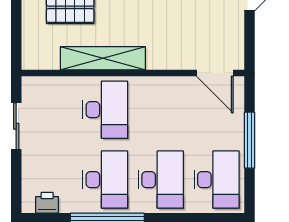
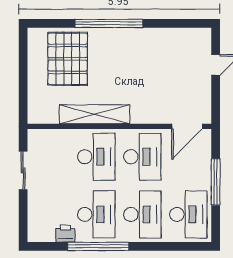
door: (215, 73) -> (187, 126), hinge flipped
desk: (161, 110) -> (142, 157), added
printer: (47, 203) -> (65, 234), moved

